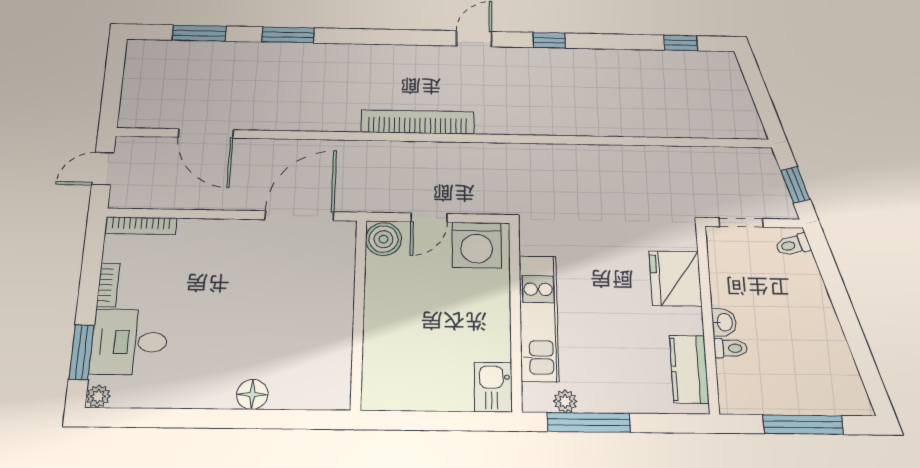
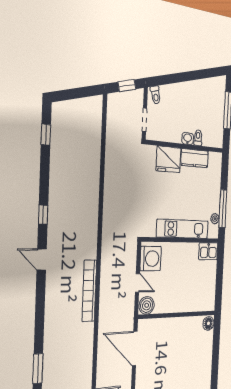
kitchen counter: (689, 369) -> (195, 158), moved
floor lamp: (252, 394) -> (208, 323), moved

